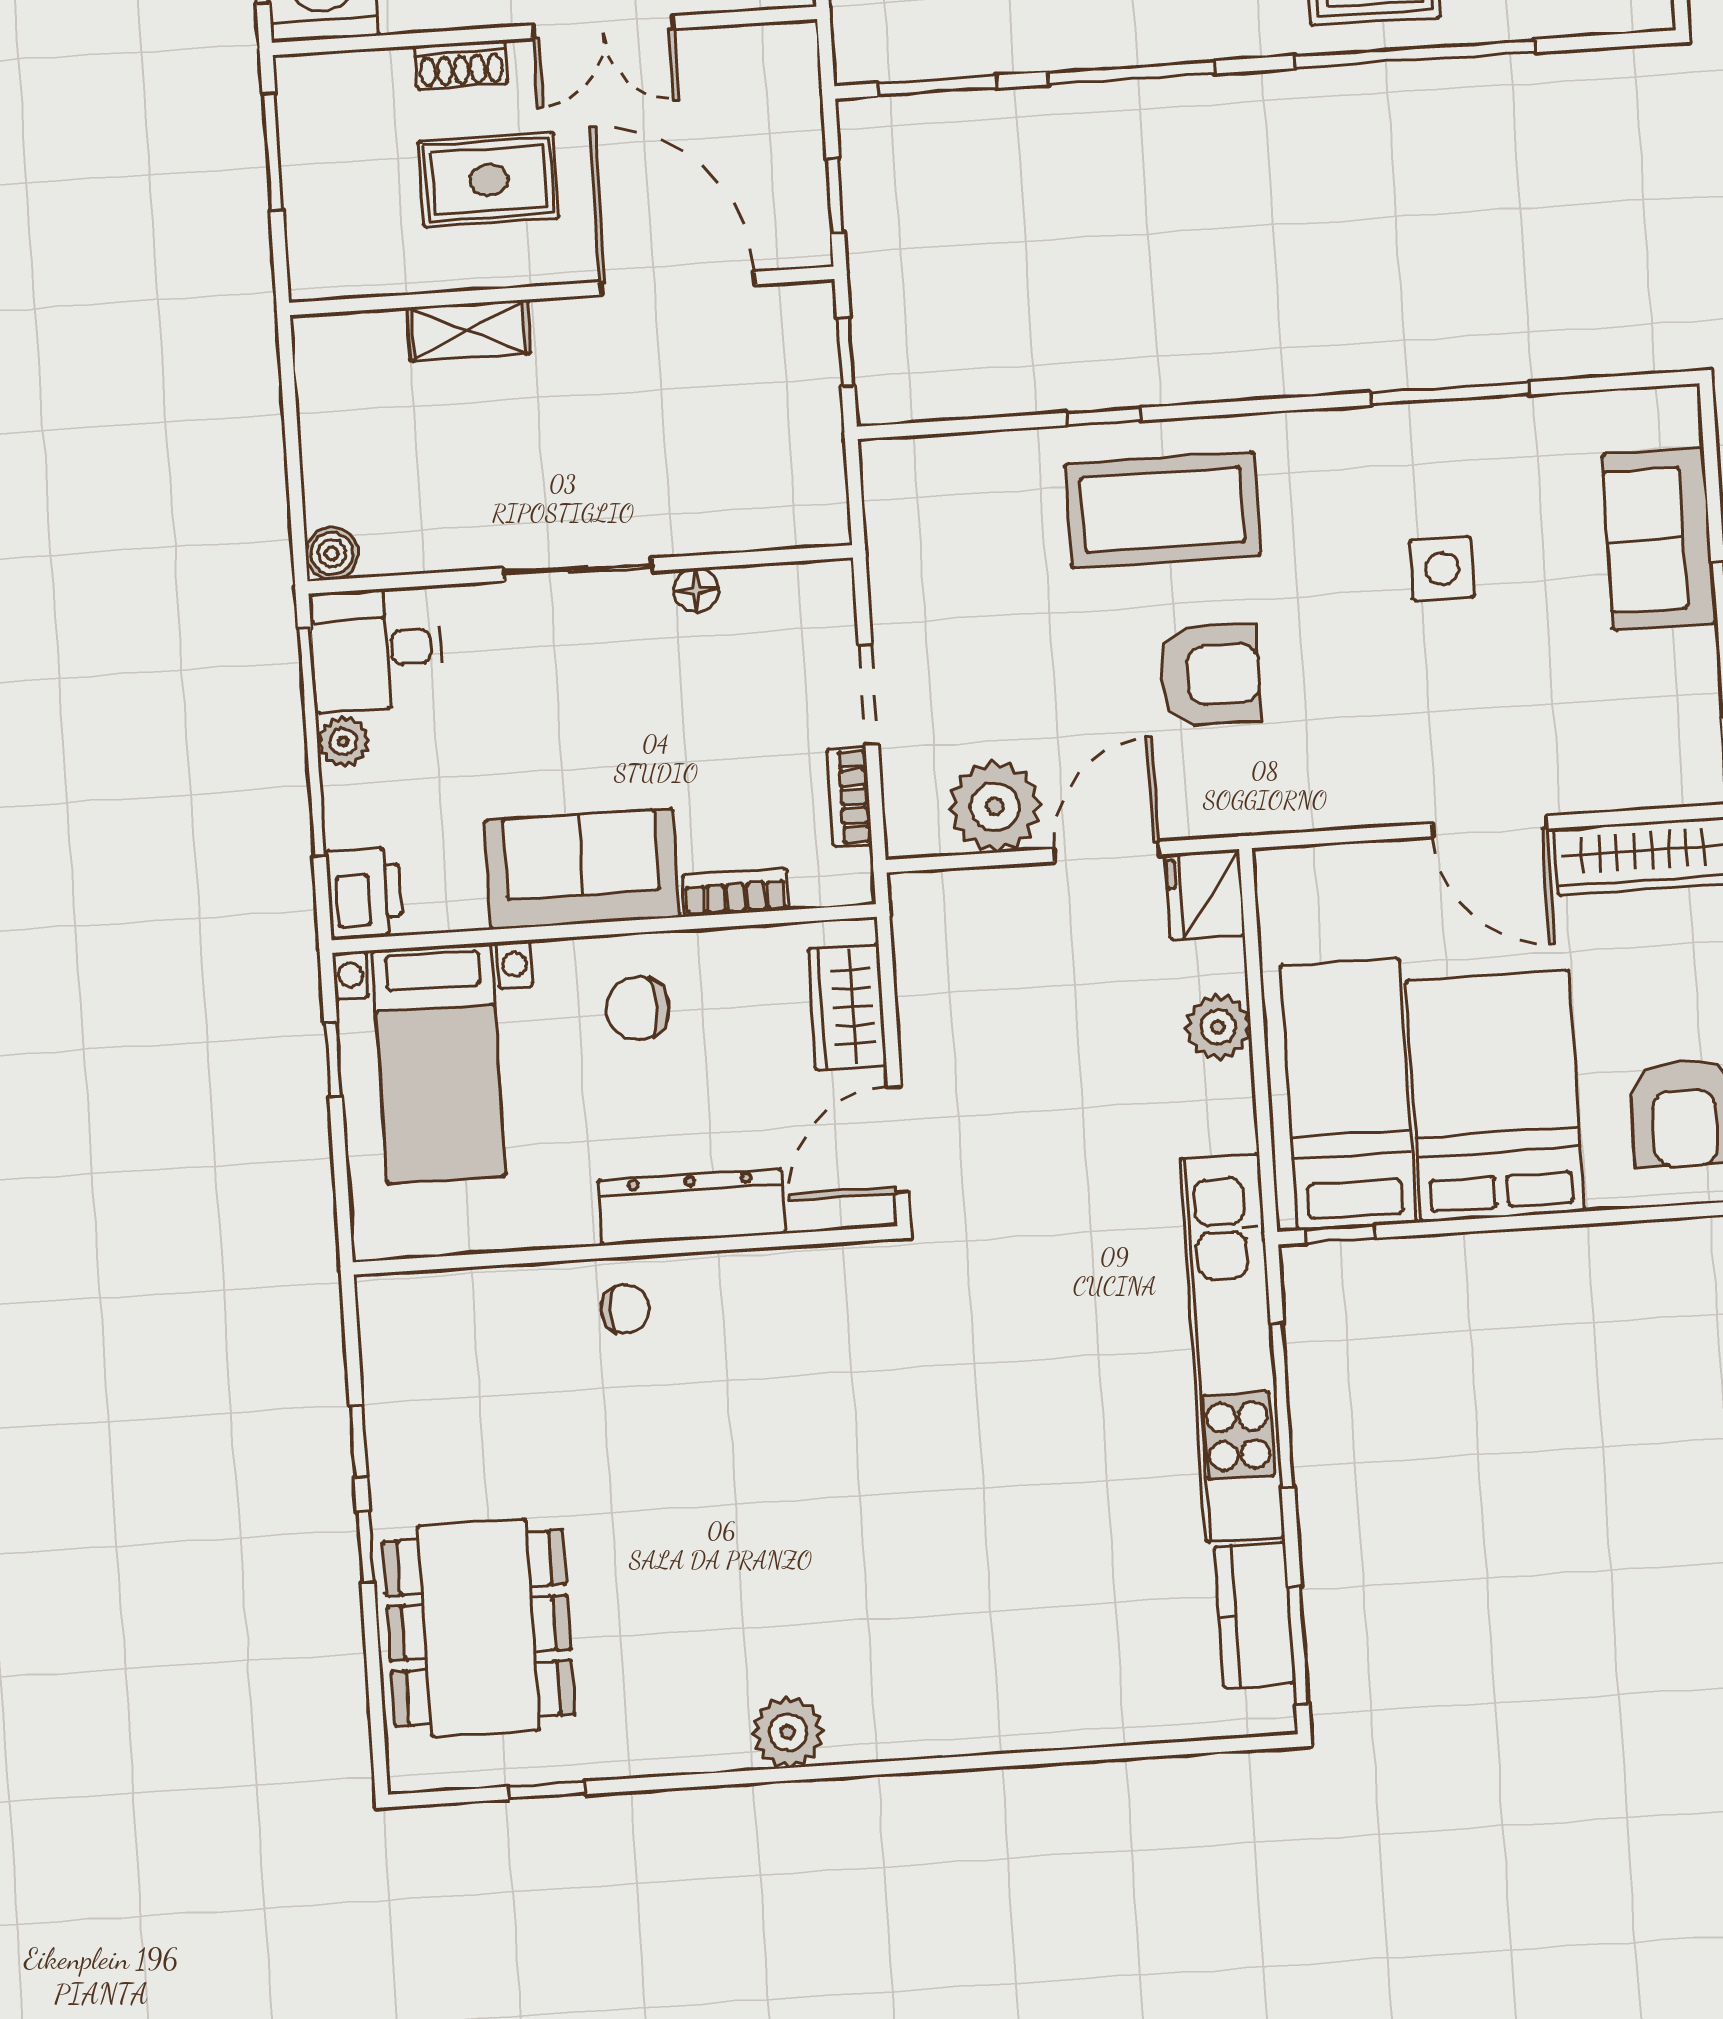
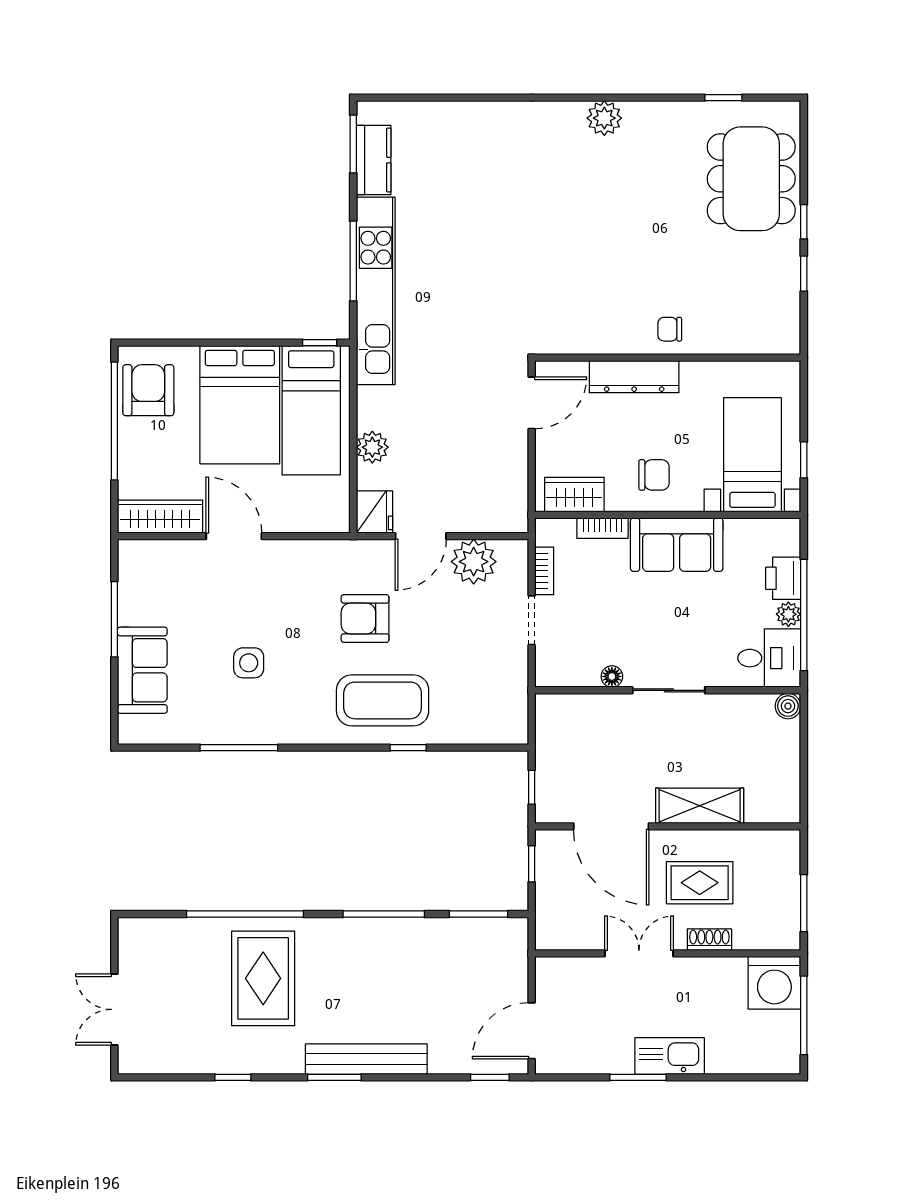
shelving: (468, 330) -> (700, 806), width x1.50, depth x1.33
printer: (364, 892) -> (783, 578), moved
wardrobe: (847, 1007) -> (574, 495), moved, turned -90

